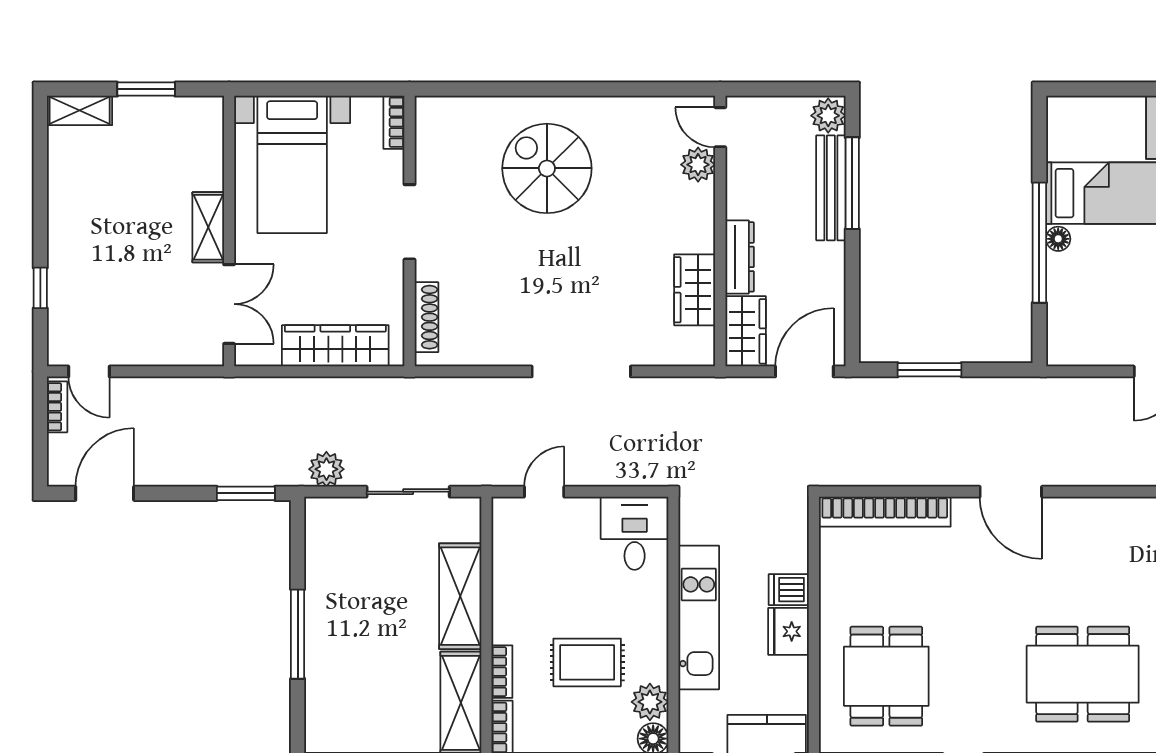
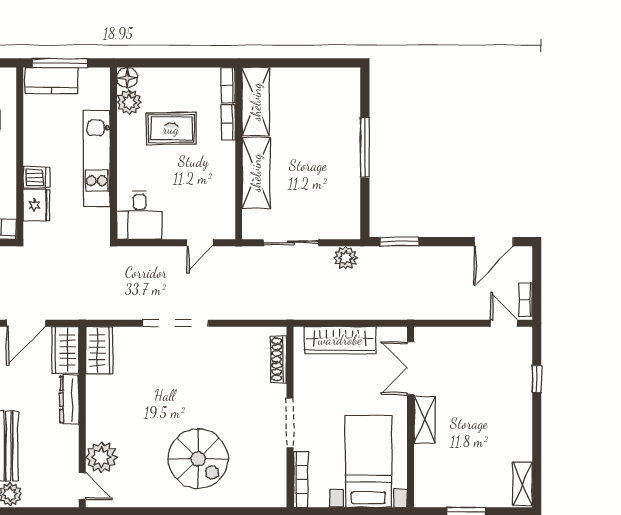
shelving: (80, 110) -> (523, 484), moved, turned 90
bookcase: (394, 122) -> (300, 480), width x1.56
plant: (698, 165) -> (101, 457), width x1.36, depth x1.36
wardrobe: (695, 290) -> (99, 350), moved
fridge: (788, 631) -> (37, 205), moved

